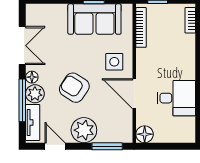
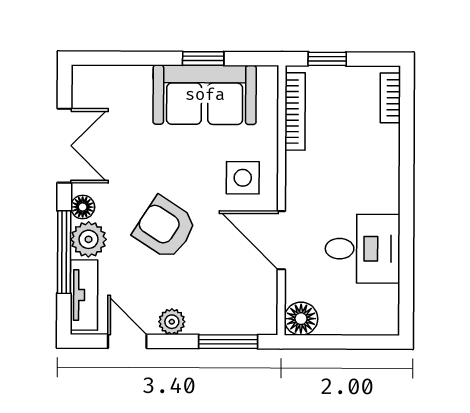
plant: (84, 130) -> (172, 322), width x0.53, depth x0.53

